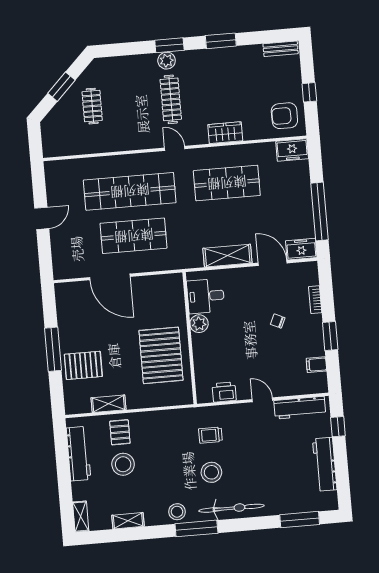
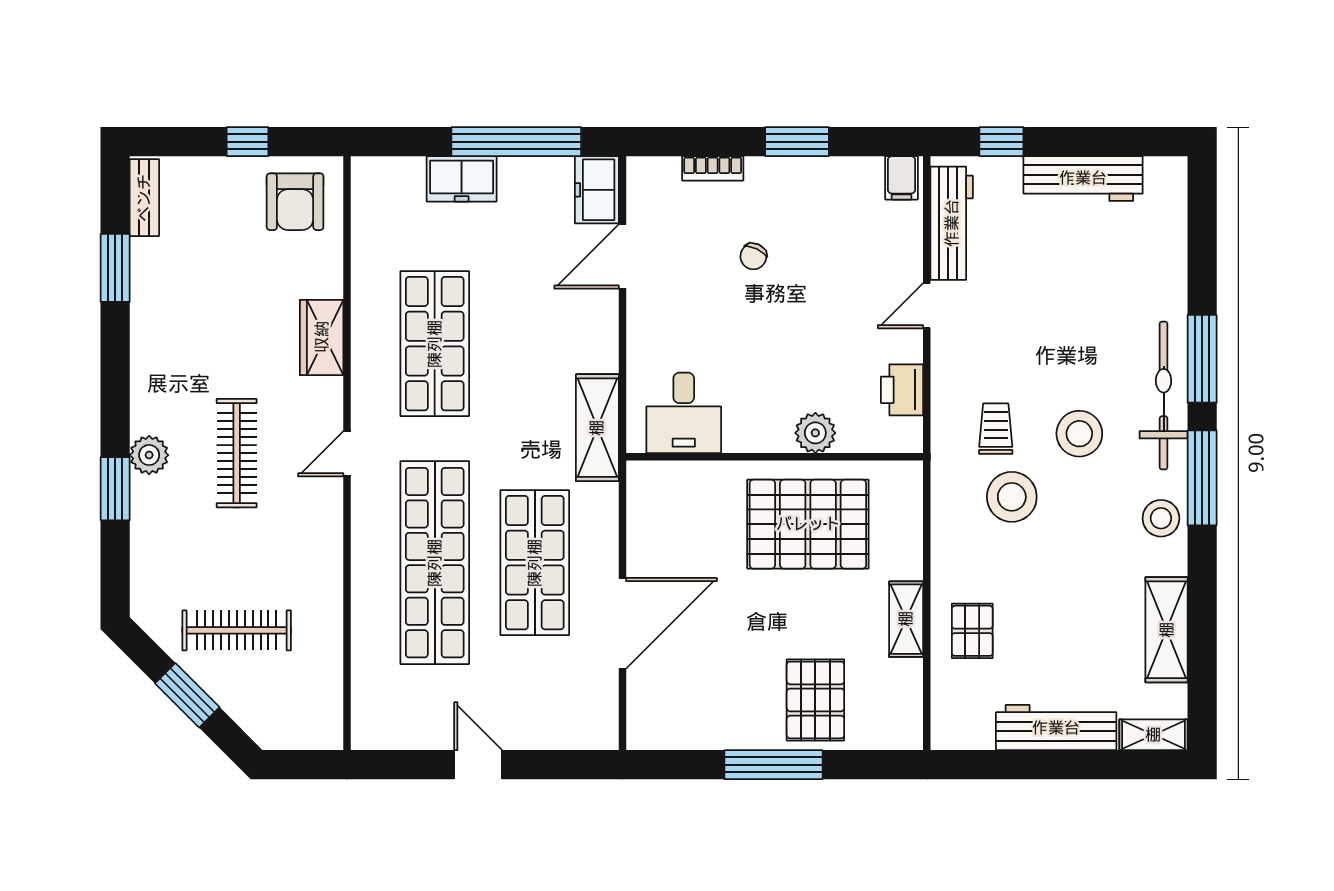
window: (221, 41) -> (115, 268), moved
window: (169, 45) -> (115, 489), moved
clothes rail: (171, 99) -> (237, 453), turned 90
clothes rail: (92, 106) -> (237, 630), width x1.36
freezer: (292, 150) -> (462, 179), moved, turned 90
shelving: (227, 256) -> (597, 428), moved
plant: (199, 324) -> (815, 433), moved
filing cabinet: (316, 365) -> (902, 178), moved
shelving: (108, 404) -> (906, 619), moved
pallet: (120, 432) -> (972, 631), turned 90
trolley: (210, 435) -> (996, 429), turned 180
workbench: (79, 454) -> (1056, 728), moved
stool: (123, 464) -> (1012, 497), moved
window: (300, 520) -> (1202, 359), moved
shelving: (128, 521) -> (1167, 630), width x1.50, depth x1.33

